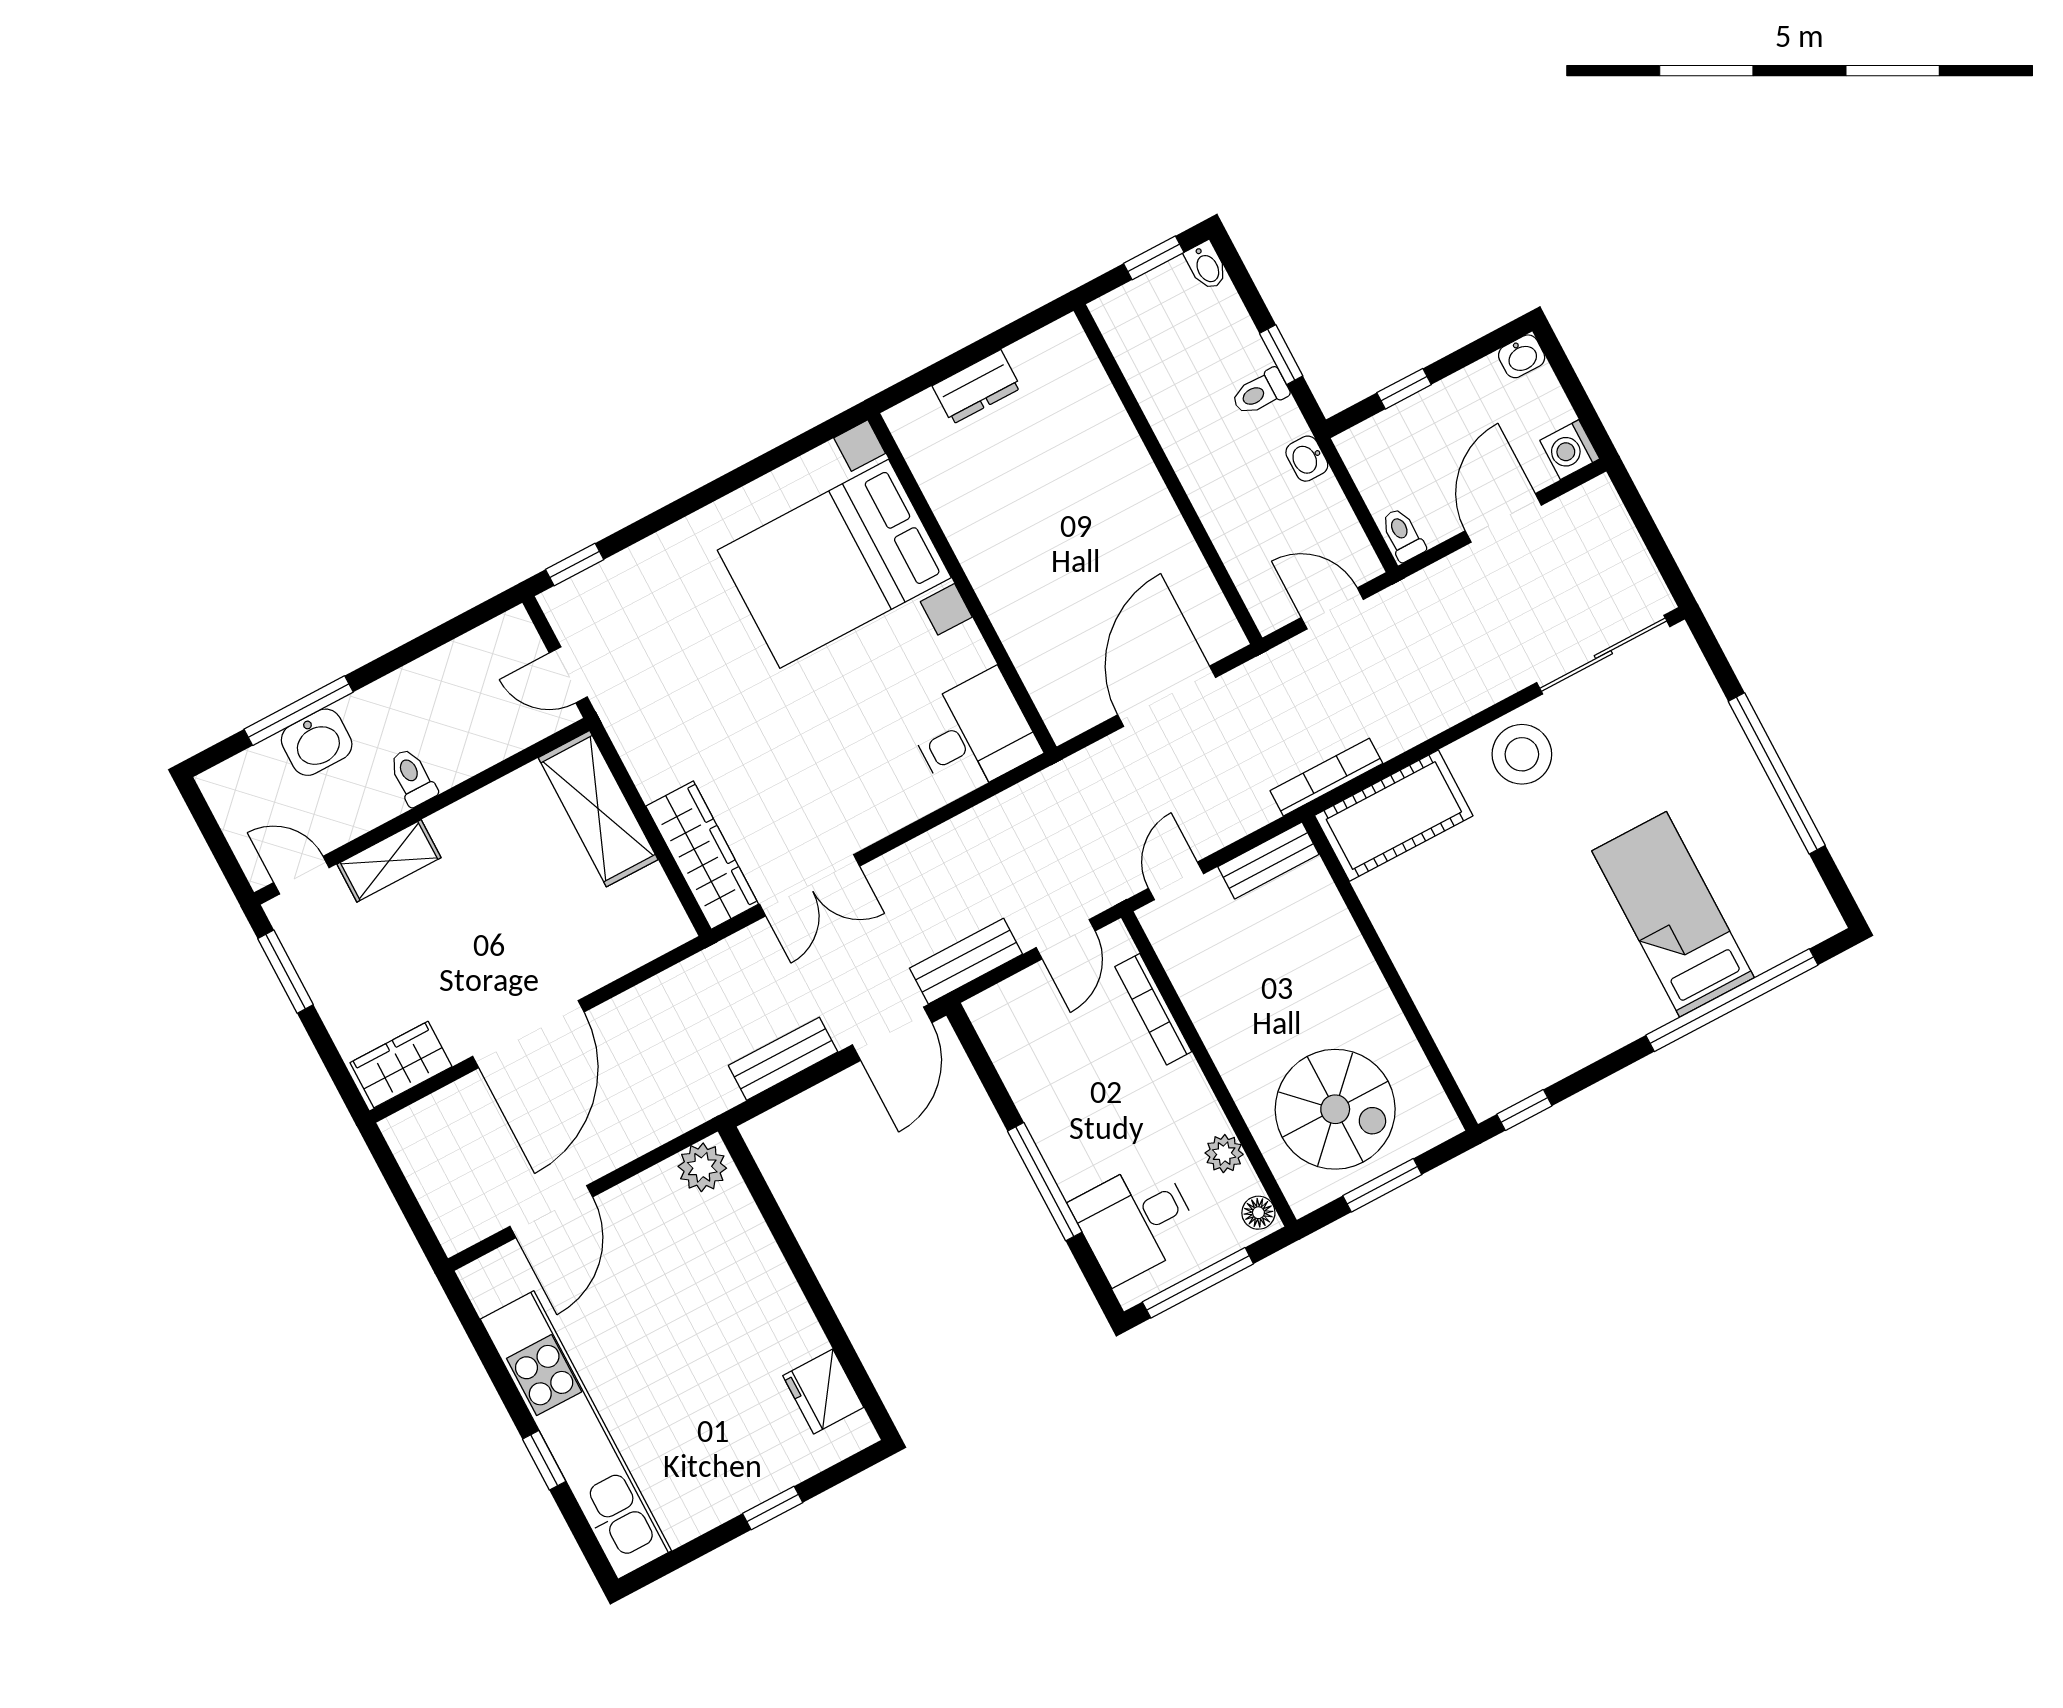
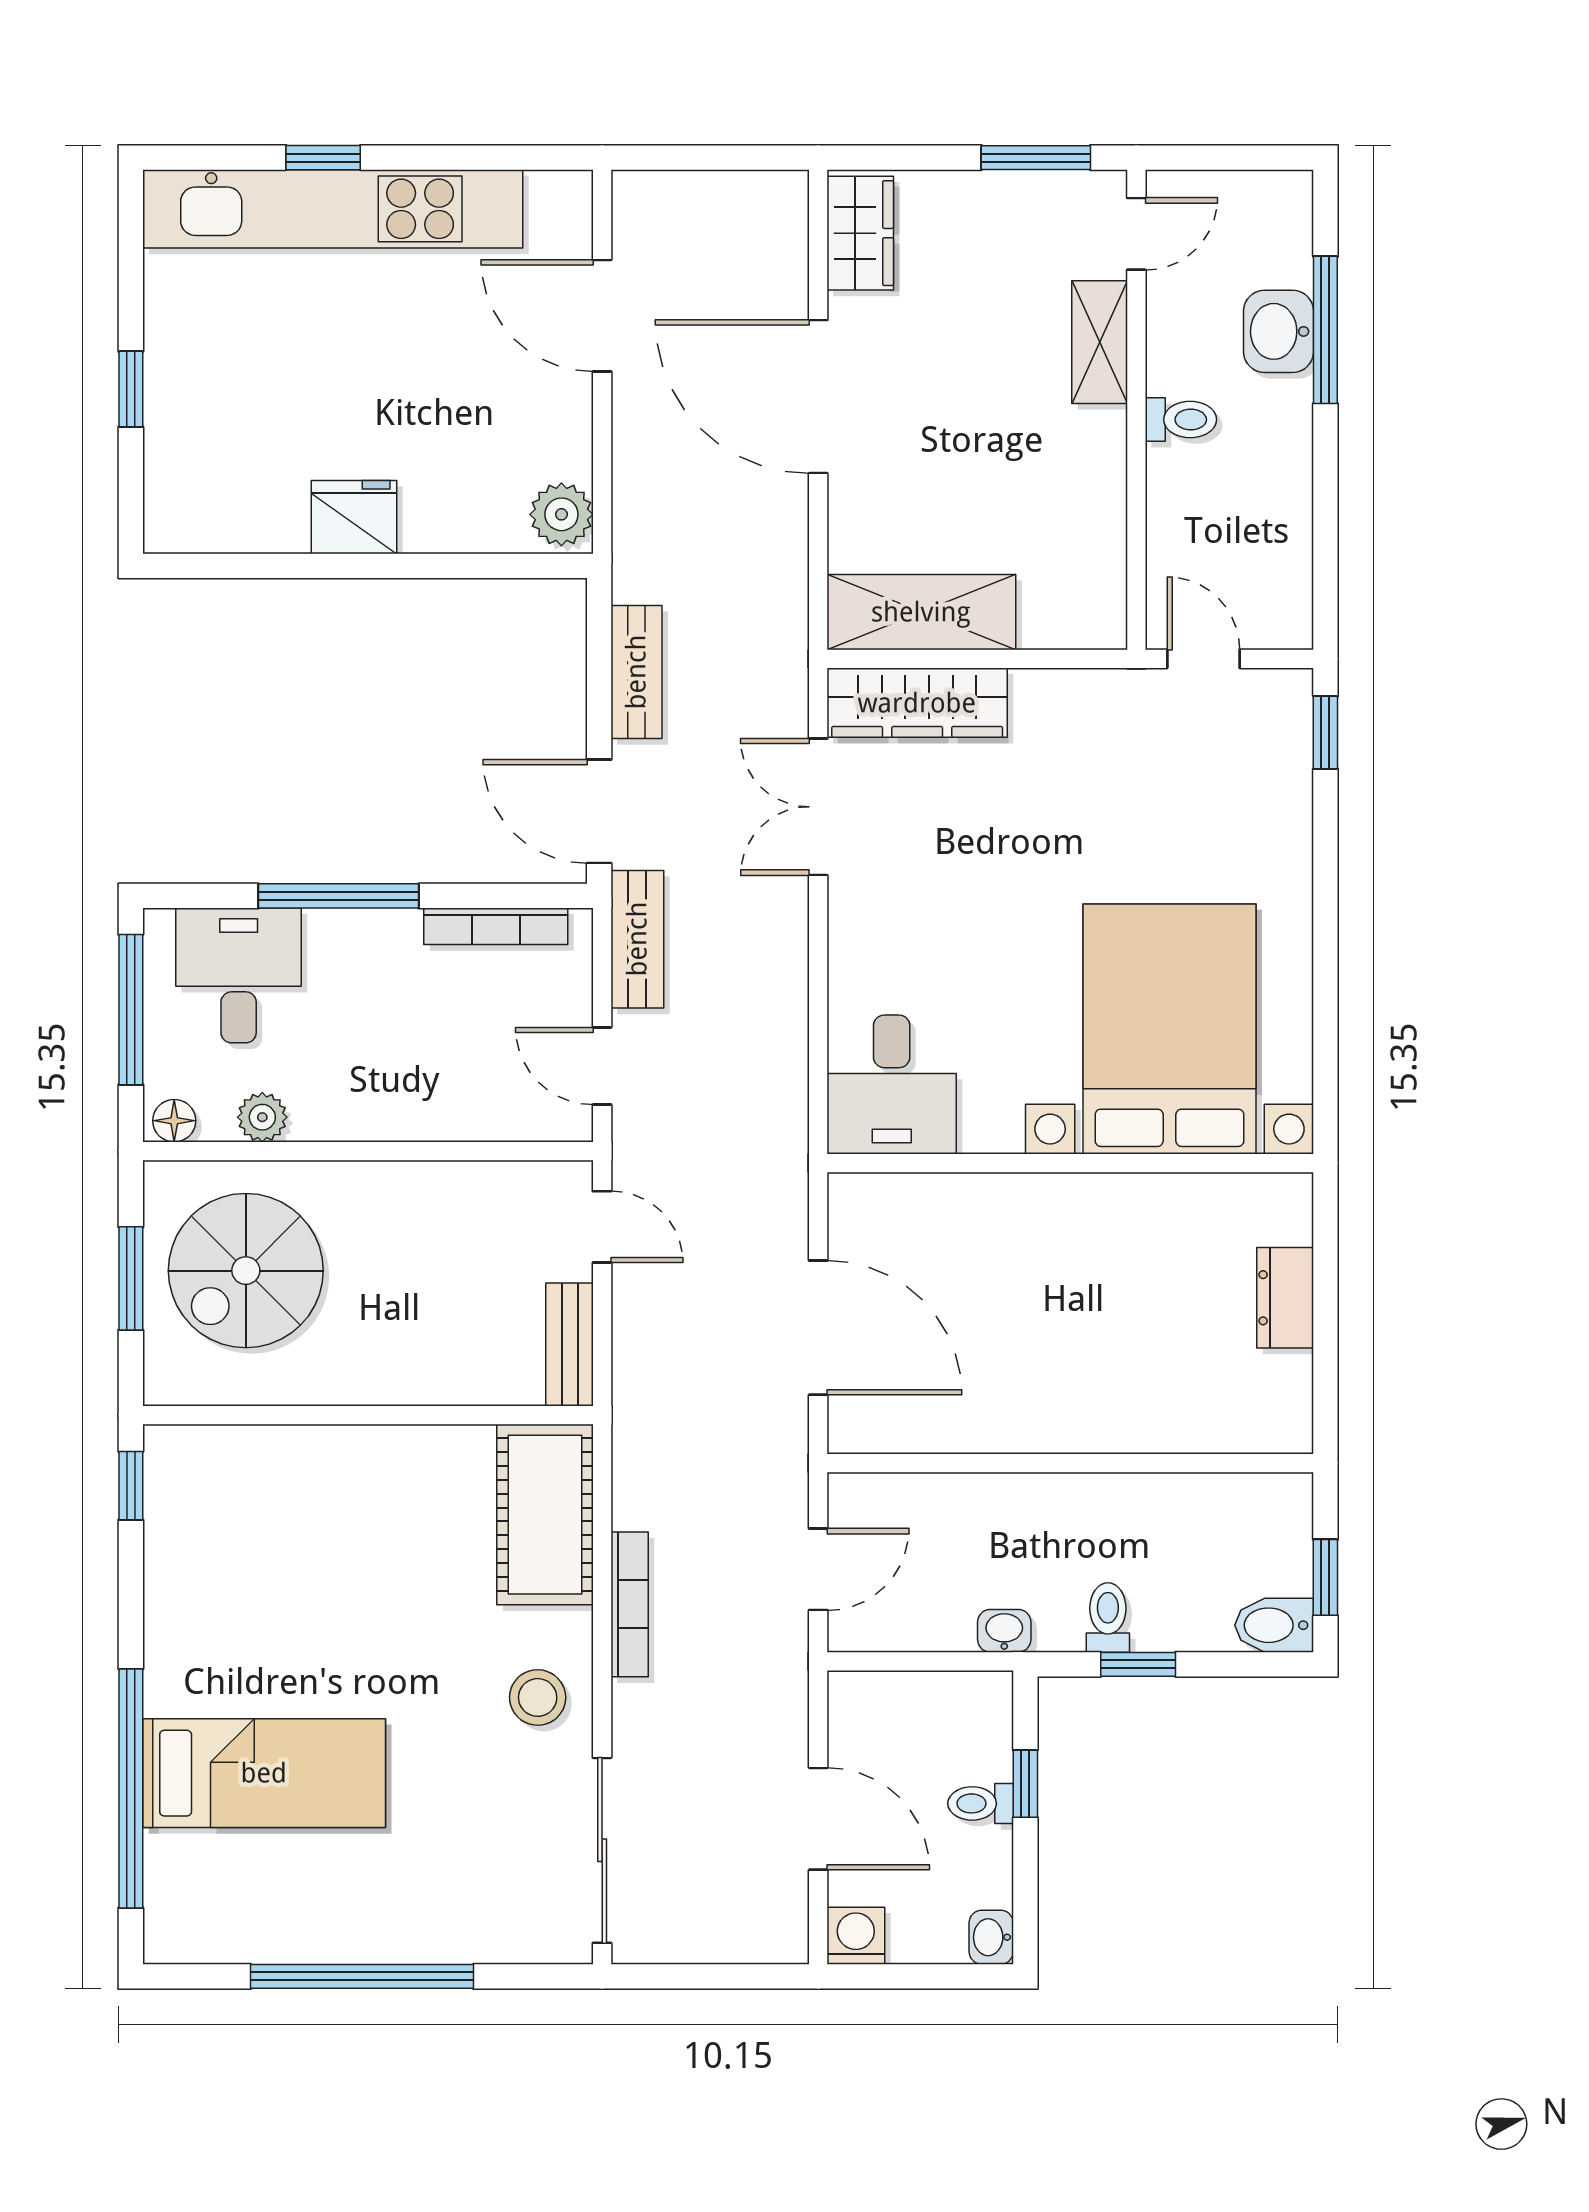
bidet: (1206, 266) -> (1274, 1625), width x1.38, depth x1.36
toilet: (1403, 535) -> (981, 1803), moved, turned 180
door: (568, 675) -> (1203, 659), hinge flipped
stool: (1522, 754) -> (538, 1697), width x0.73, depth x0.73
bookcase: (1326, 777) -> (630, 1604), moved
shelving: (598, 809) -> (921, 612), moved
bookcase: (1153, 1009) -> (496, 926), moved, turned 180
fridge: (823, 1391) -> (354, 517), moved

